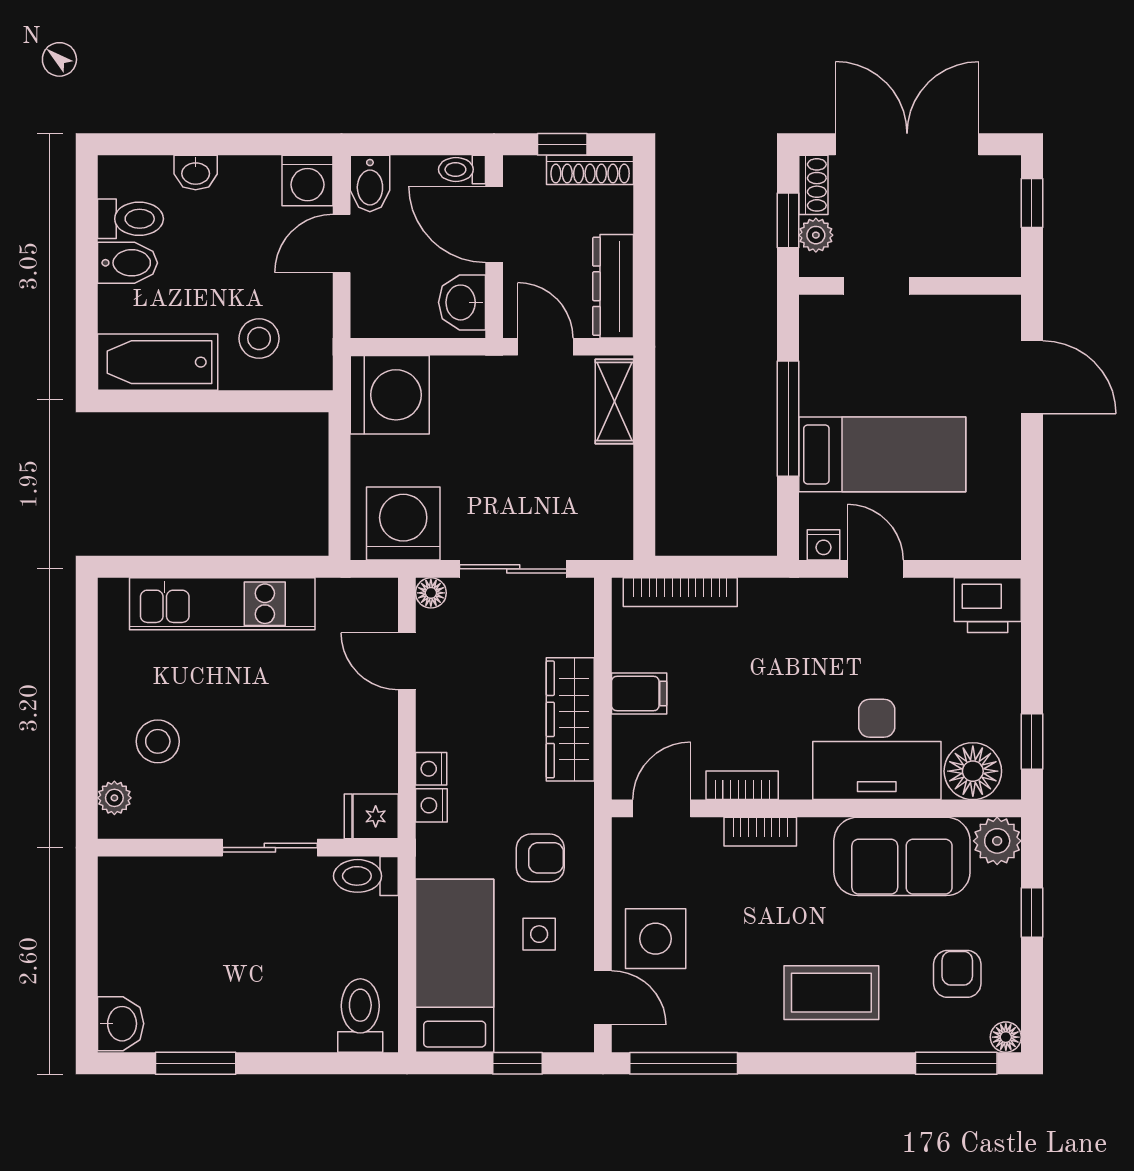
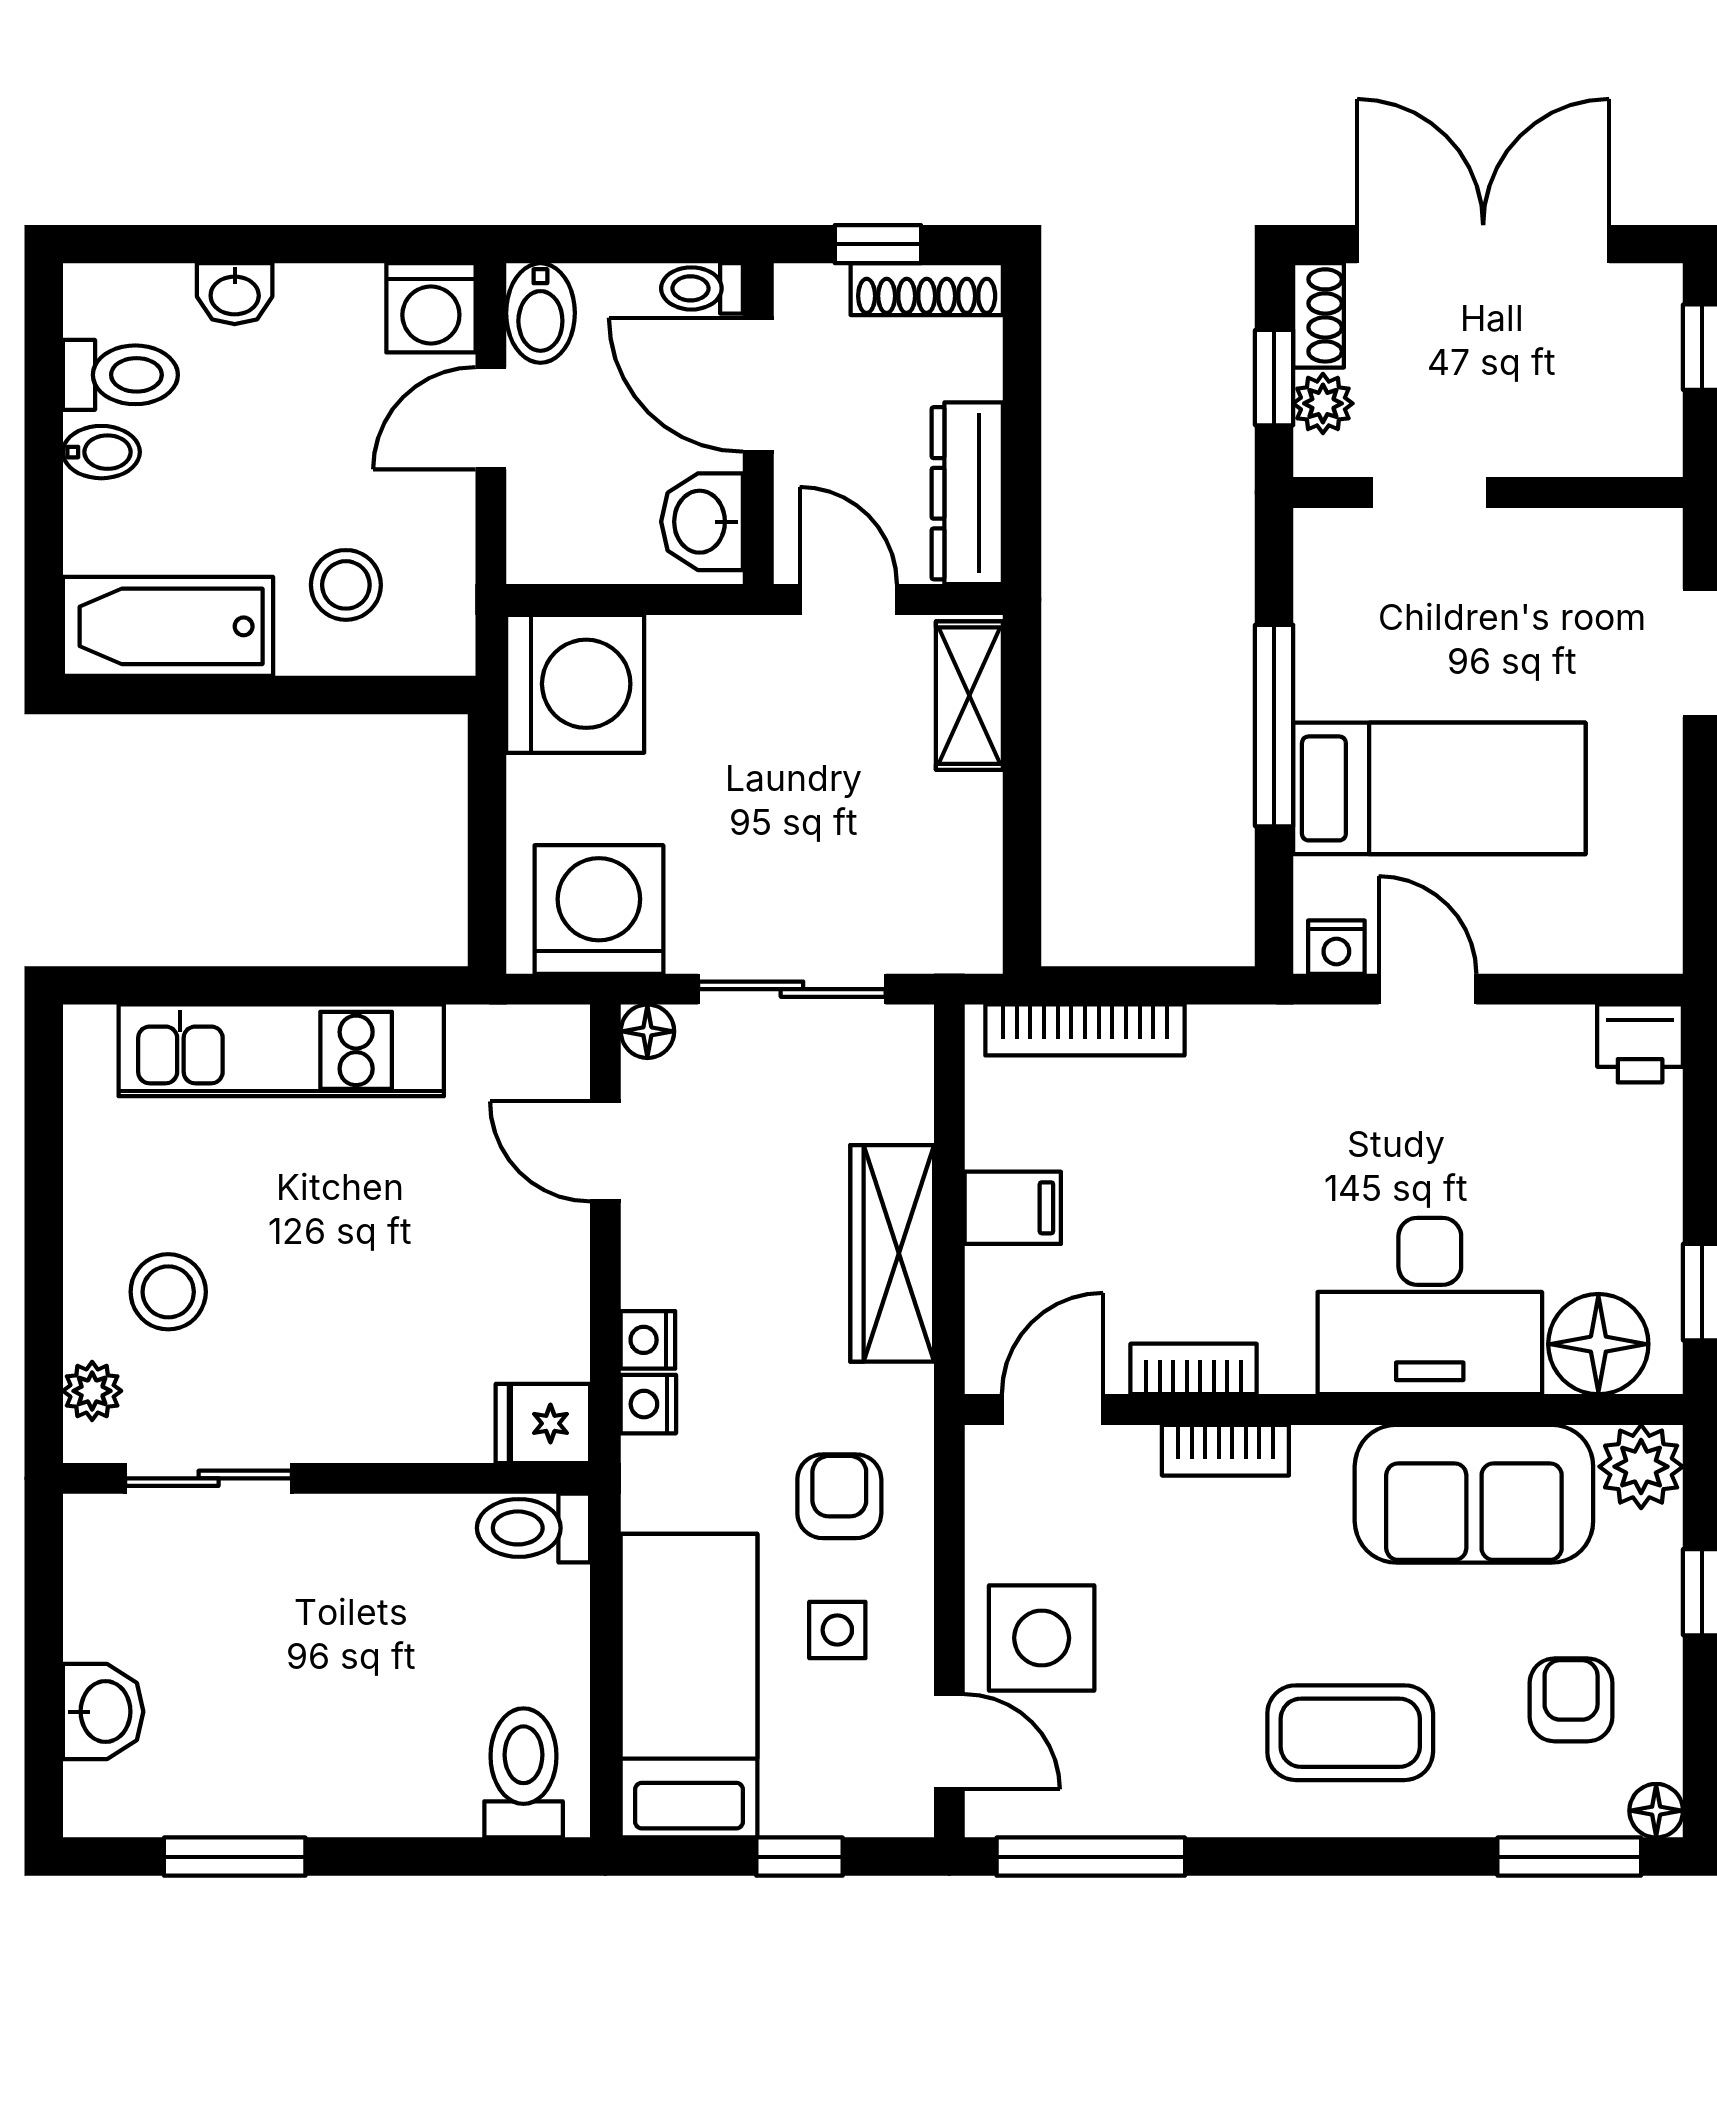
bidet: (128, 263) -> (101, 452), width x0.72, depth x0.74
printer: (988, 605) -> (1640, 1043), width x0.73, depth x0.81
sliding door: (270, 848) -> (209, 1478), moved
armchair: (540, 858) -> (839, 1496), turned -90
washbasin: (121, 1024) -> (103, 1712), moved

